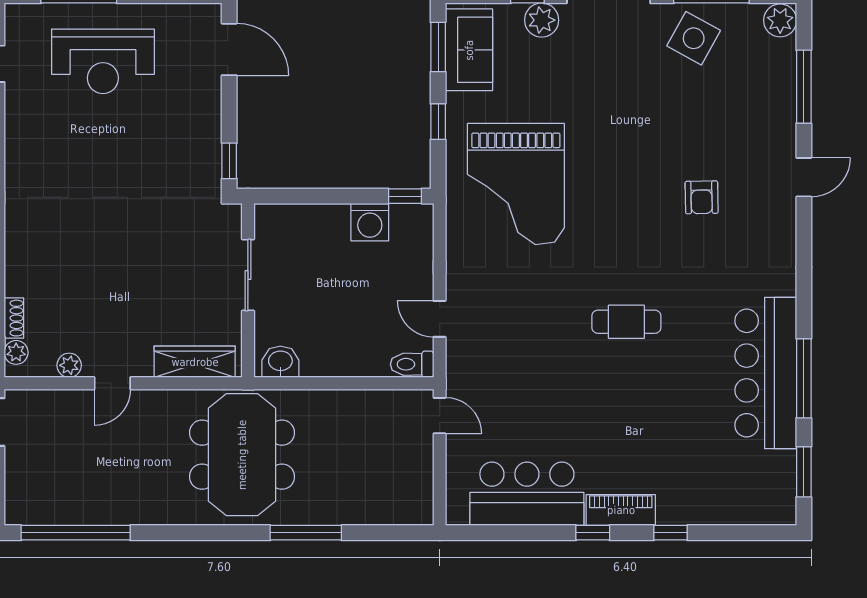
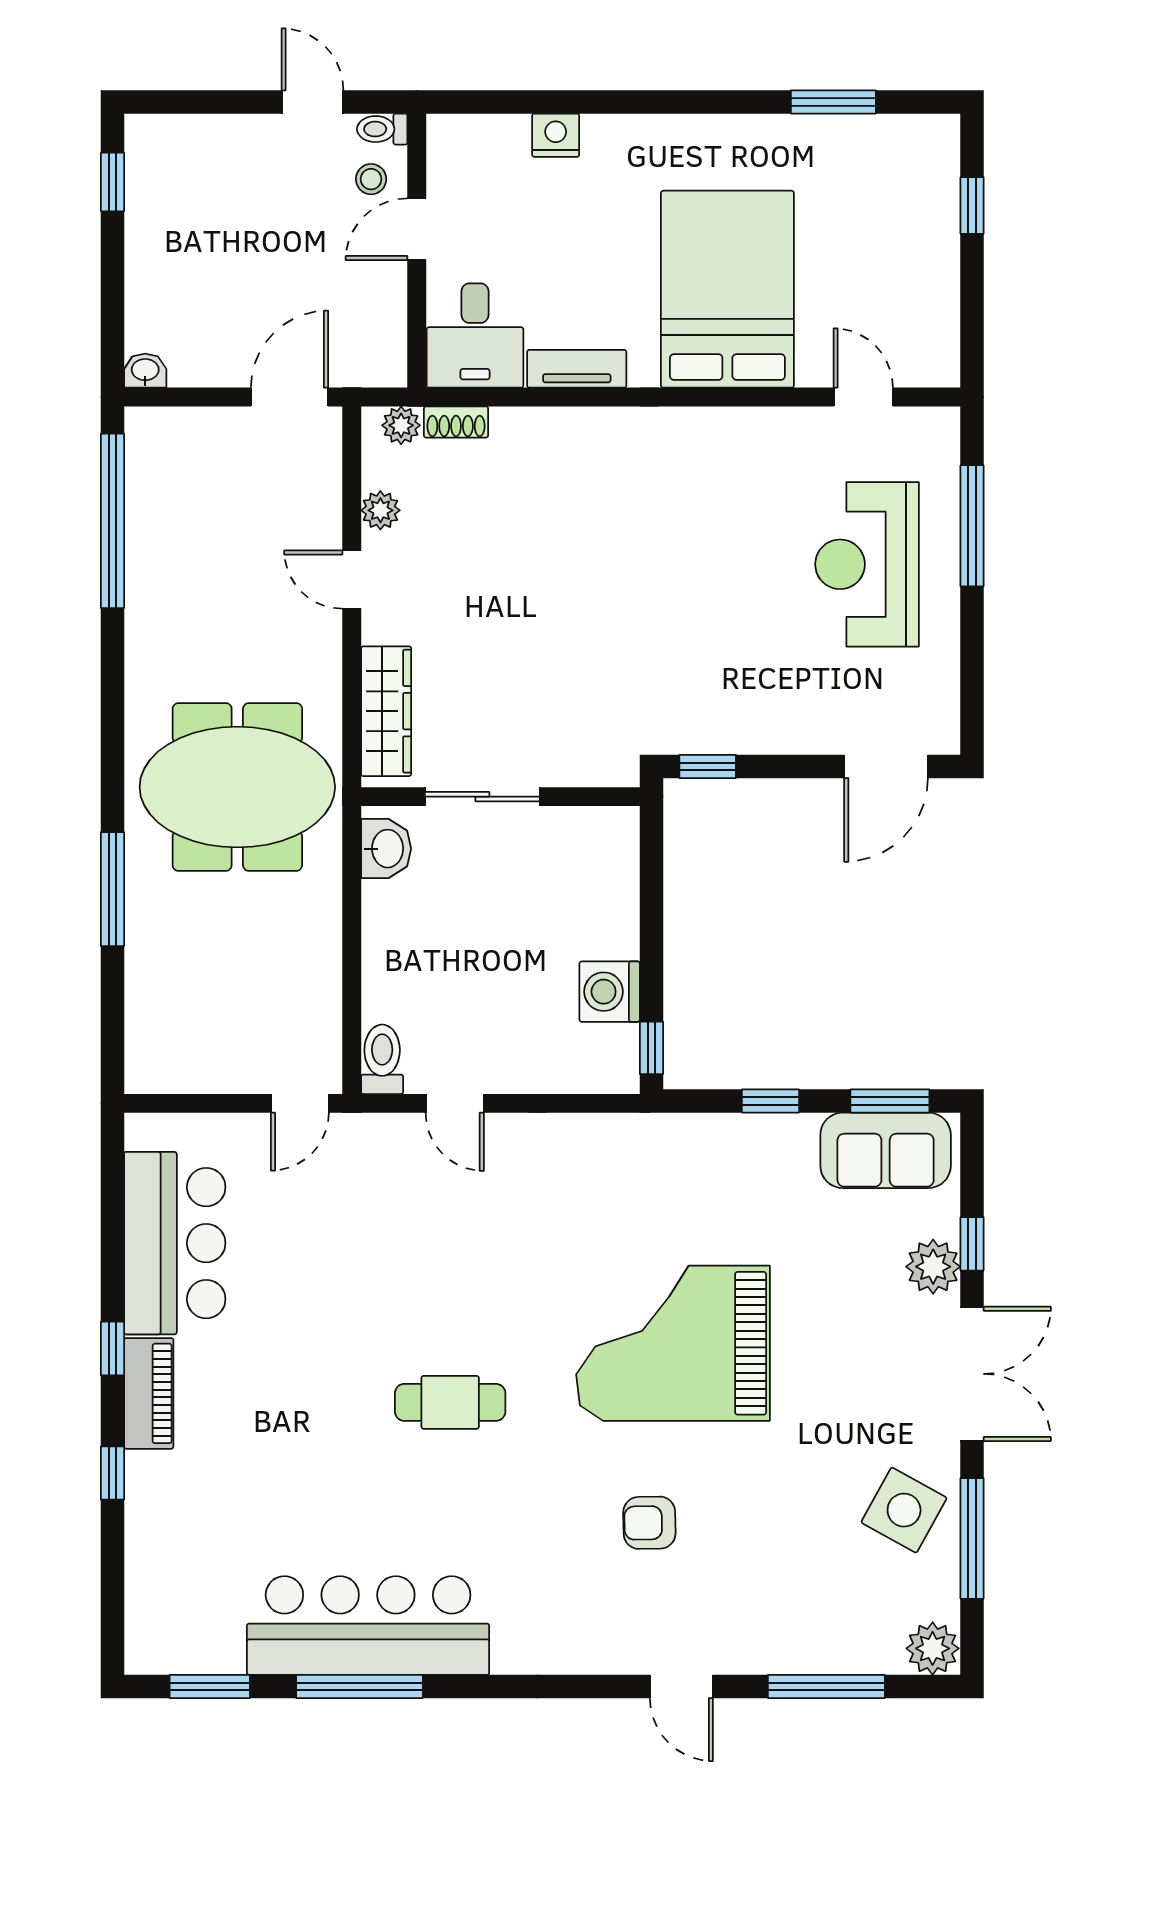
grand piano: (516, 184) -> (673, 1343), moved
sliding door: (248, 275) -> (482, 797), moved
door: (440, 319) -> (455, 1103), swing flipped
cafe table: (626, 322) -> (450, 1402), turned 90

